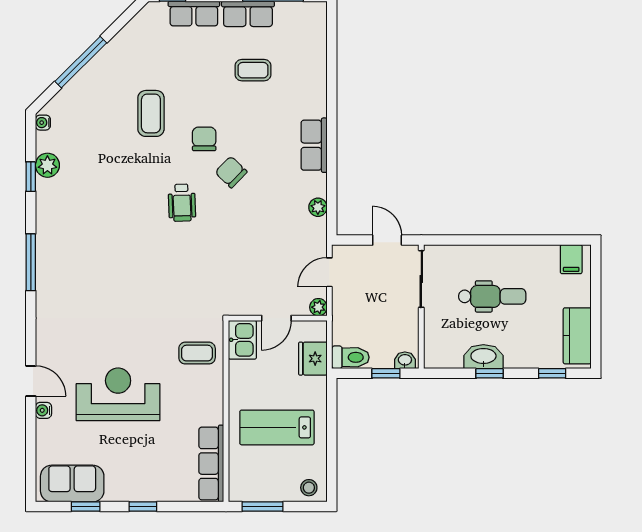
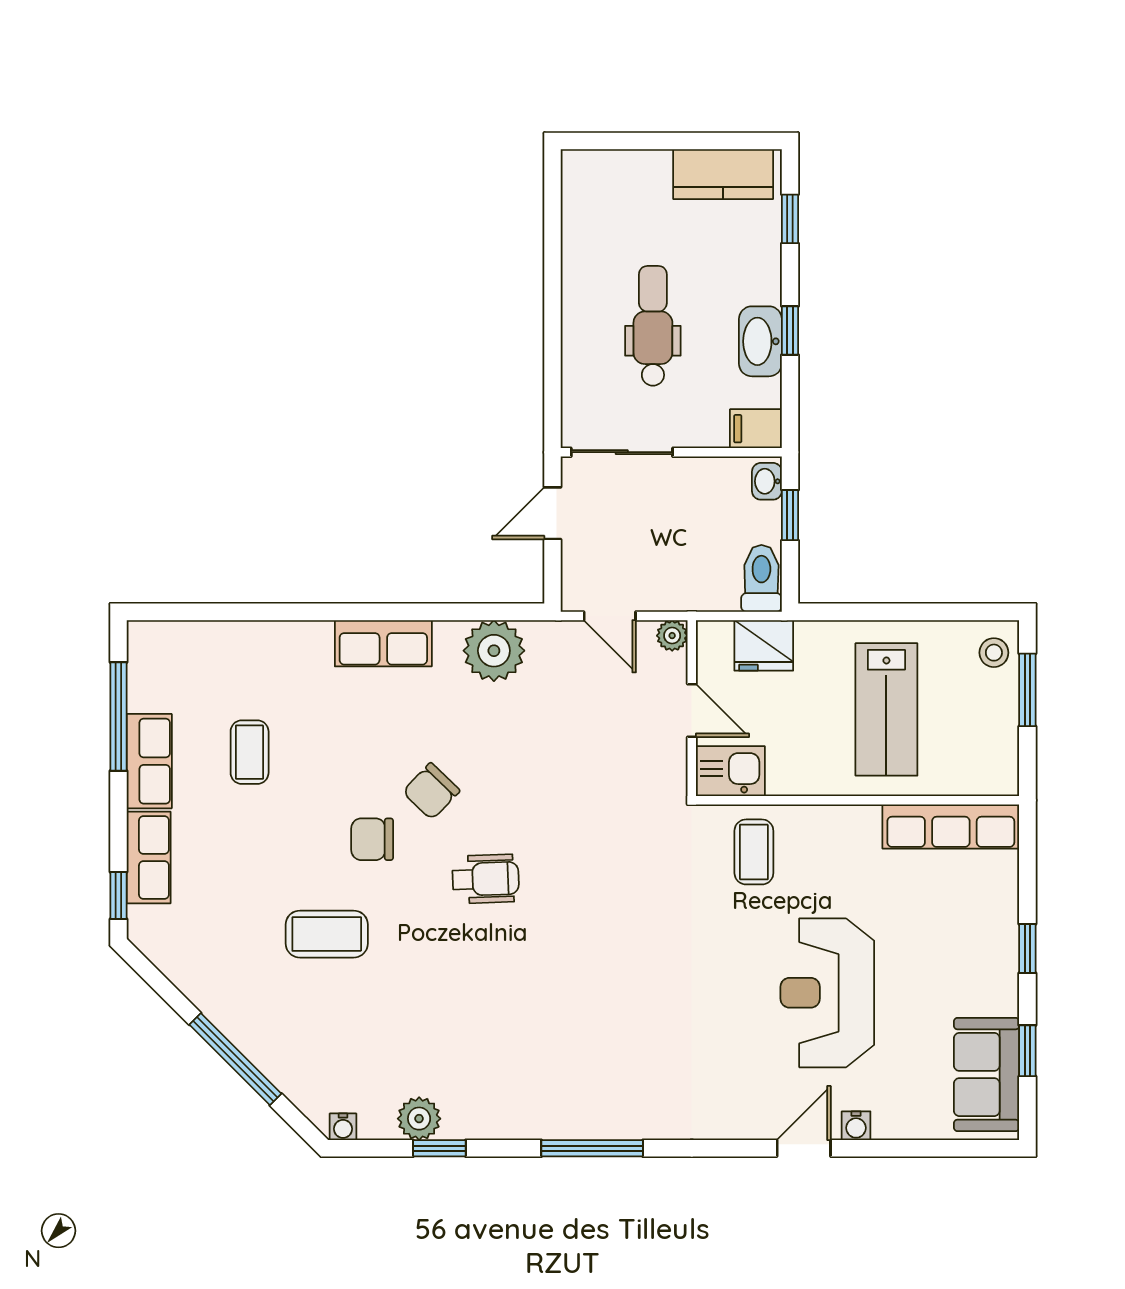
plant: (318, 207) -> (494, 651), width x1.88, depth x1.88
filing cabinet: (571, 259) -> (756, 429), moved, turned 180
window: (262, 506) -> (1027, 690), moved

